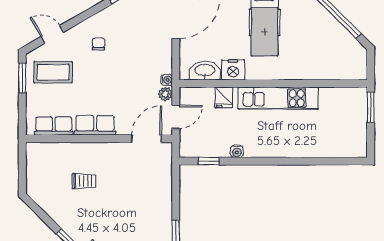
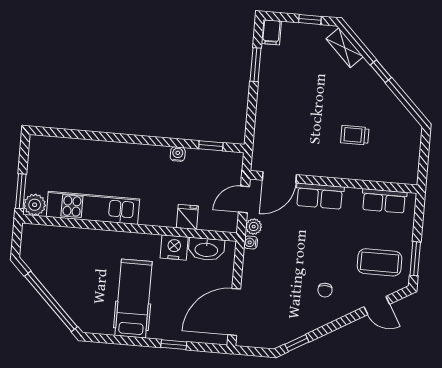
plant: (358, 97) -> (35, 205), added
kitchen unit: (278, 98) -> (93, 208), moved
row of seats: (95, 125) -> (320, 196), moved

